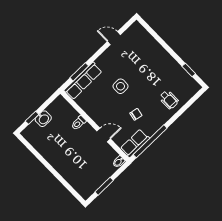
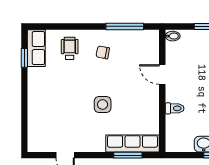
chair: (136, 114) -> (103, 52), moved
window: (150, 141) -> (125, 26), width x0.68
row of seats: (135, 143) -> (36, 48), moved, turned -90

